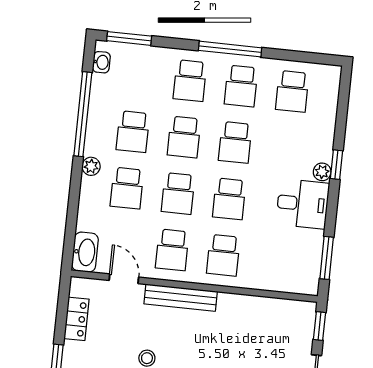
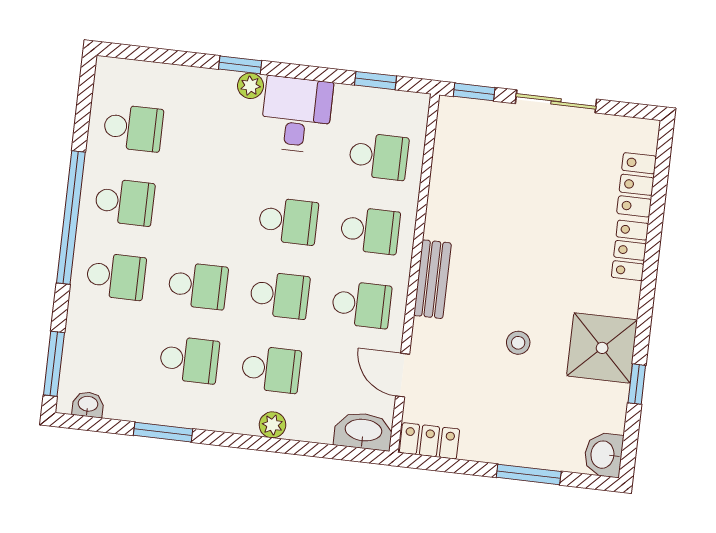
window: (230, 49) -> (71, 218), width x1.46
window: (83, 114) -> (163, 432), width x0.47
school desk: (235, 142) -> (379, 156), moved
plant: (91, 166) -> (272, 425), moved
window: (327, 258) -> (375, 81), width x0.67
door: (124, 279) -> (403, 375), hinge flipped
bench: (181, 298) -> (432, 279), width x0.73
locker: (77, 319) -> (429, 441), moved

